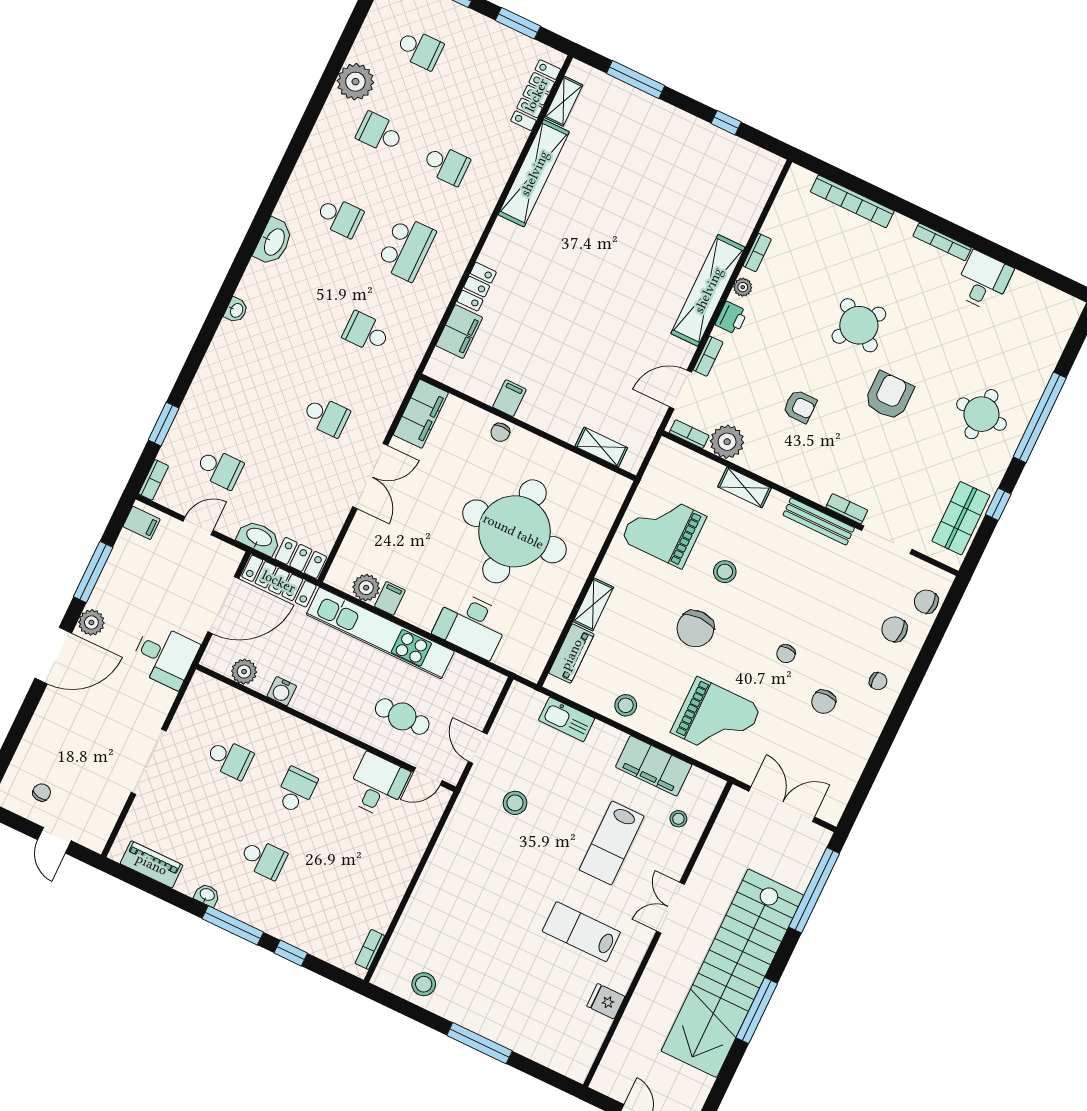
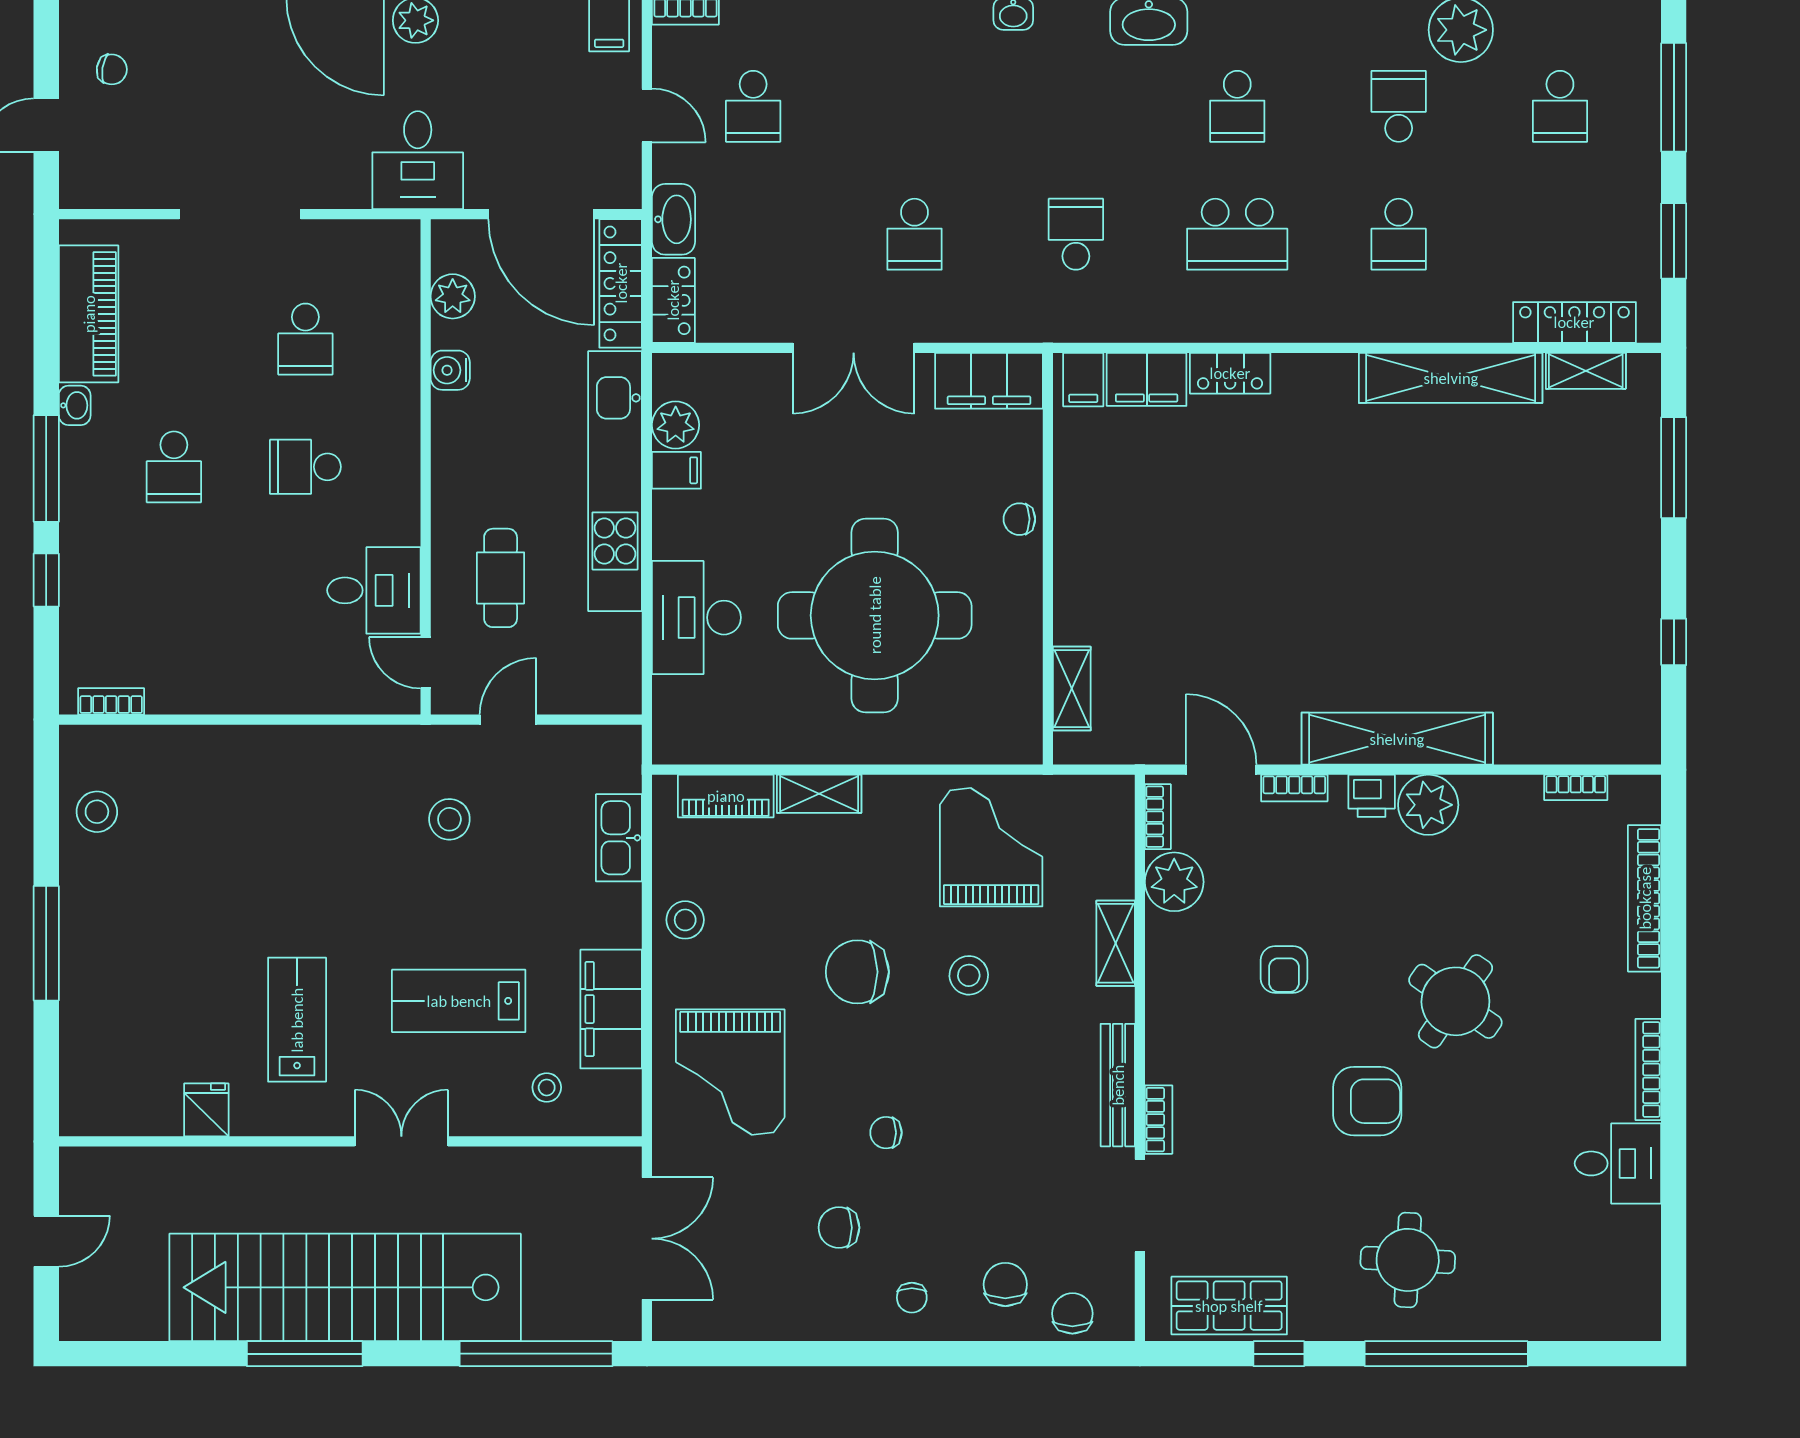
bookcase: (757, 253) -> (1576, 787), moved
plant: (743, 287) -> (1428, 805), width x1.88, depth x1.88
filing cabinet: (509, 398) -> (1083, 380), moved, turned 90
school desk: (296, 790) -> (305, 467), turned 180
piano: (152, 864) -> (89, 314), width x1.37, depth x1.33

